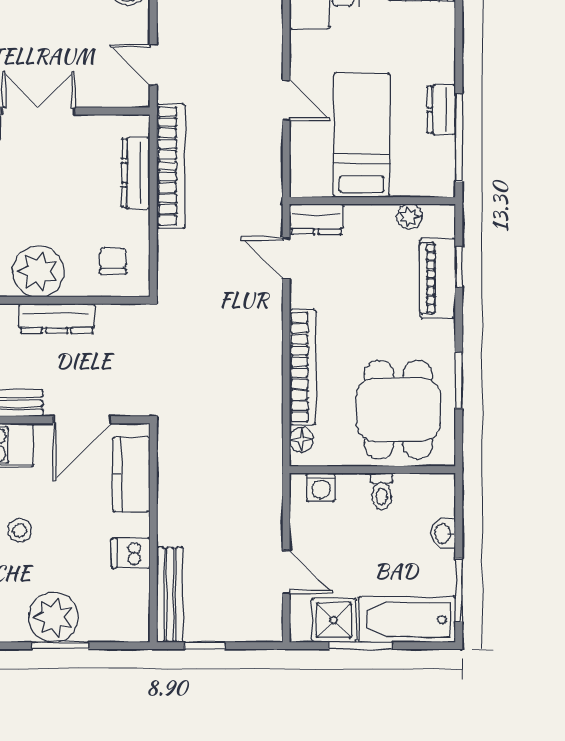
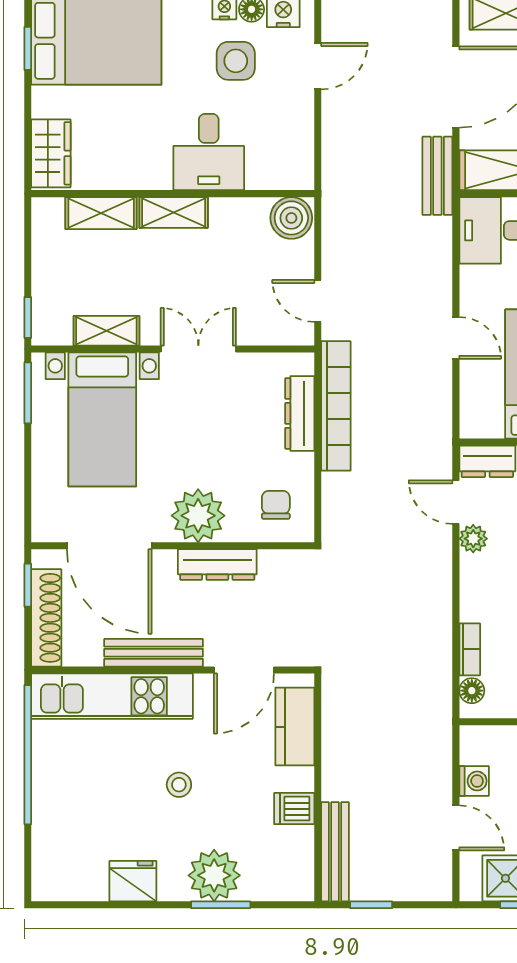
plant: (303, 293) -> (473, 539), added
bookcase: (303, 367) -> (470, 649), width x0.43, depth x0.76
washing machine: (321, 487) -> (474, 781), moved, turned -90

